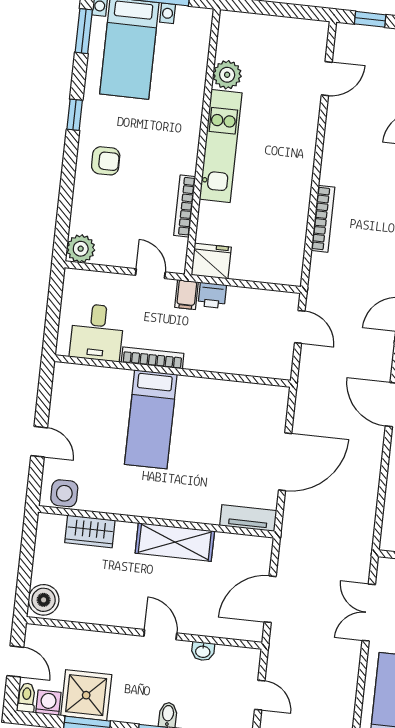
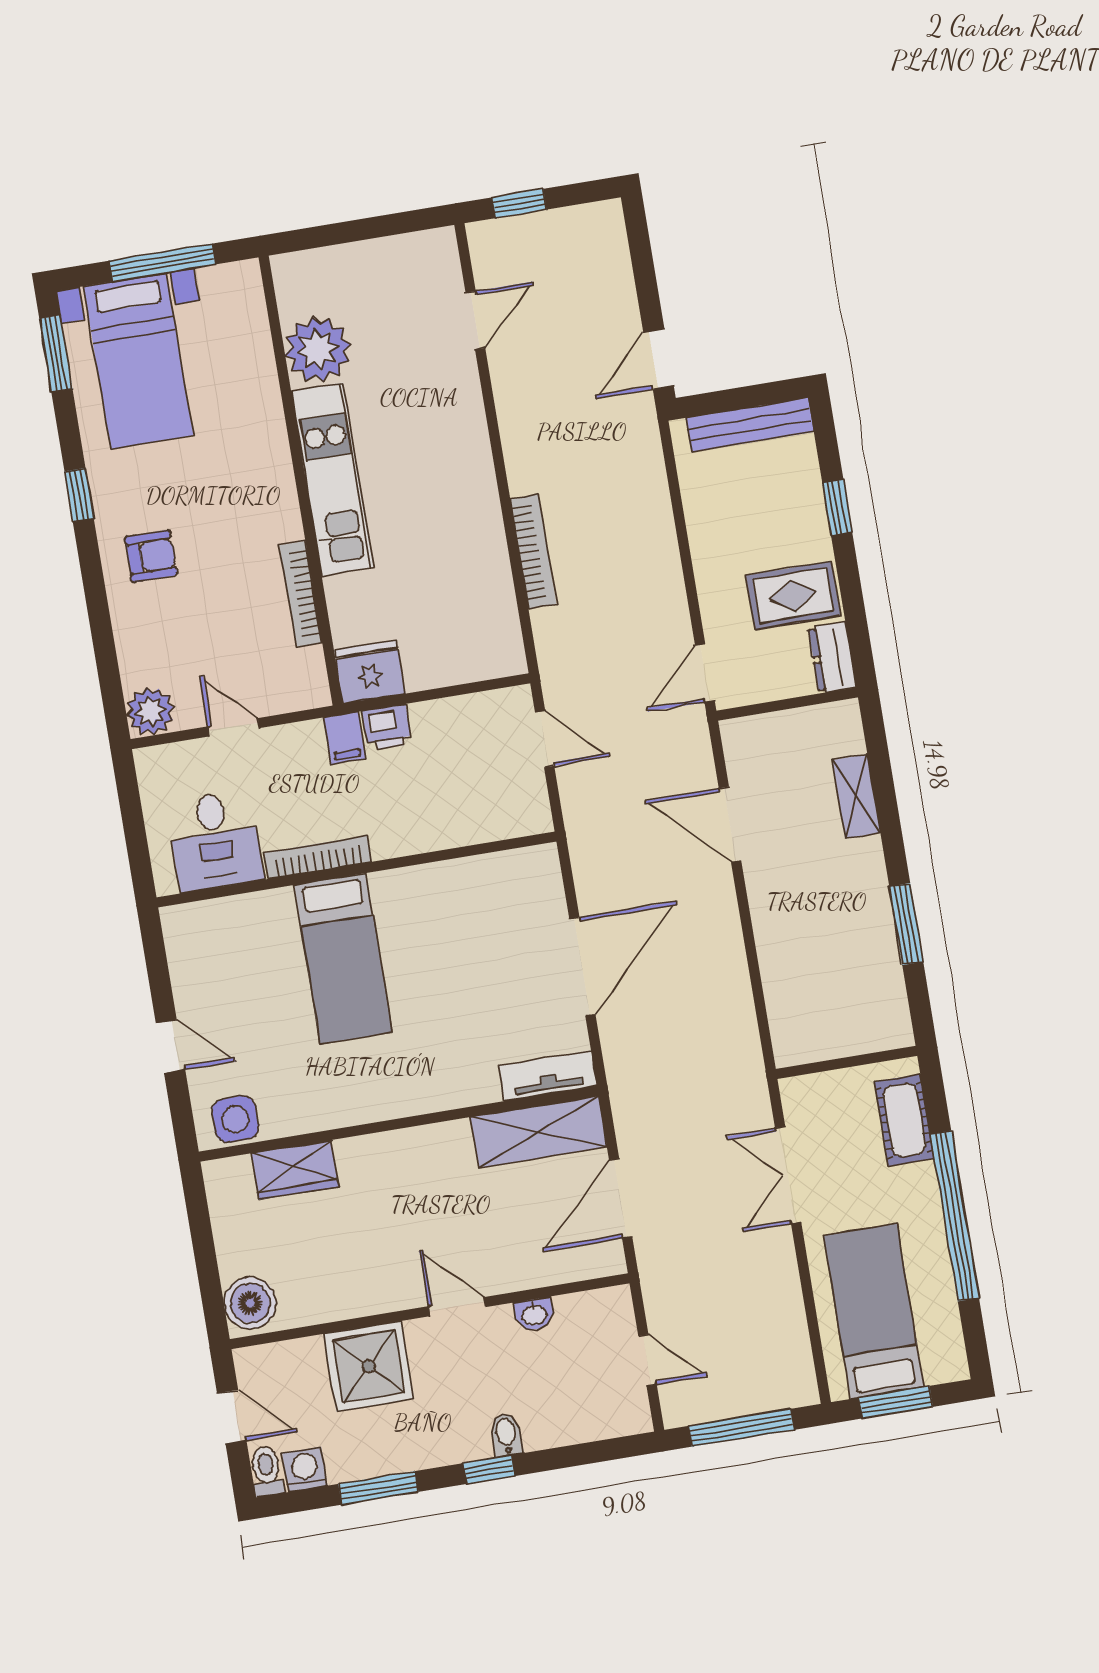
plant: (227, 75) -> (318, 349), width x1.36, depth x1.36
door: (150, 274) -> (234, 727), moved
shelving: (175, 542) -> (539, 1132), moved
shower: (86, 695) -> (369, 1366), moved

